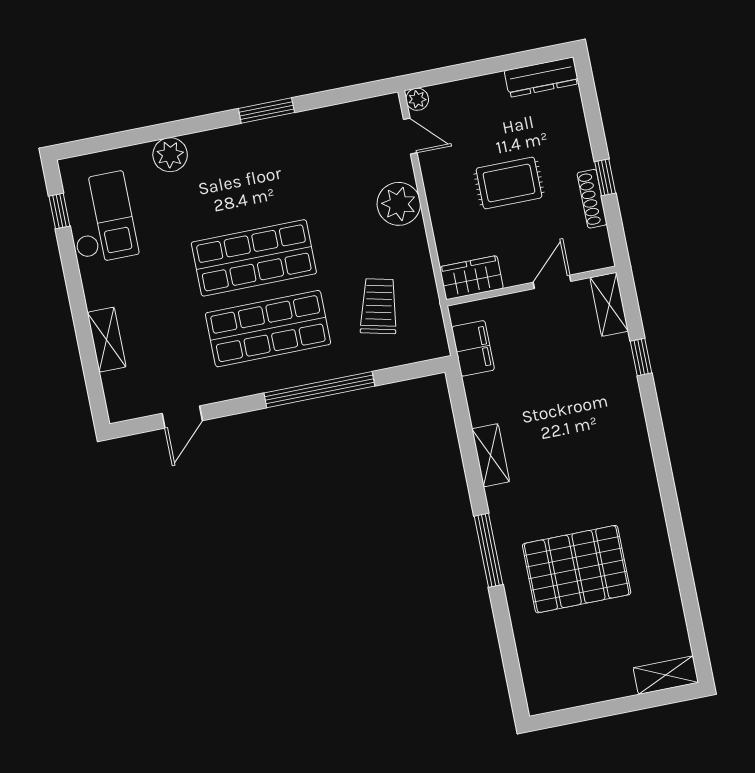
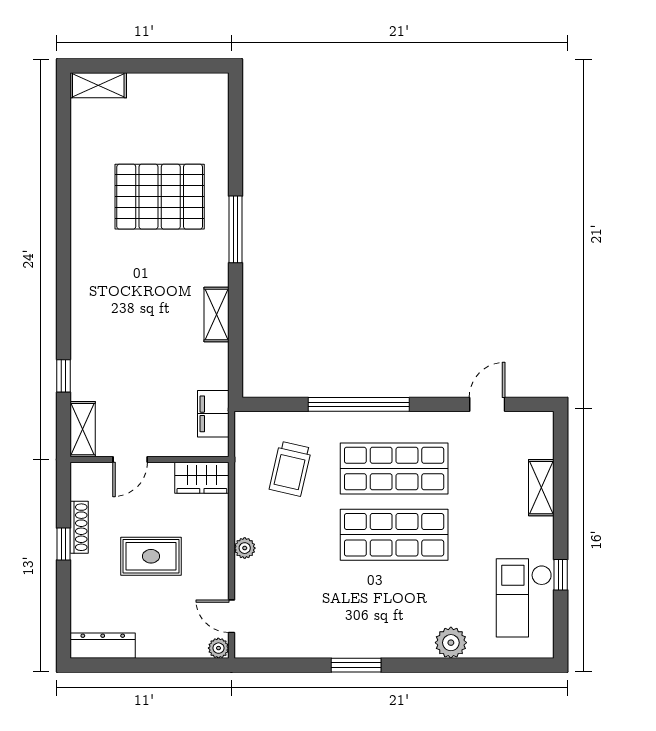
plant: (399, 204) -> (245, 548), width x0.53, depth x0.53
window: (59, 211) -> (561, 575), moved

